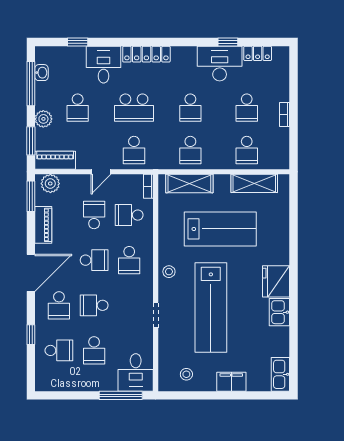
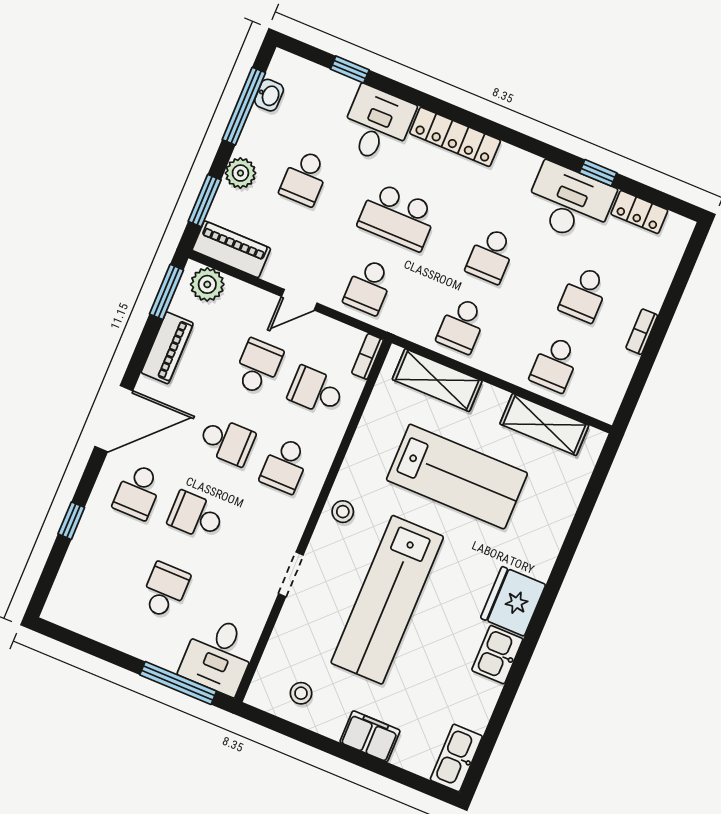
school desk: (59, 350) -> (107, 566), removed
school desk: (94, 350) -> (165, 590), turned 180

